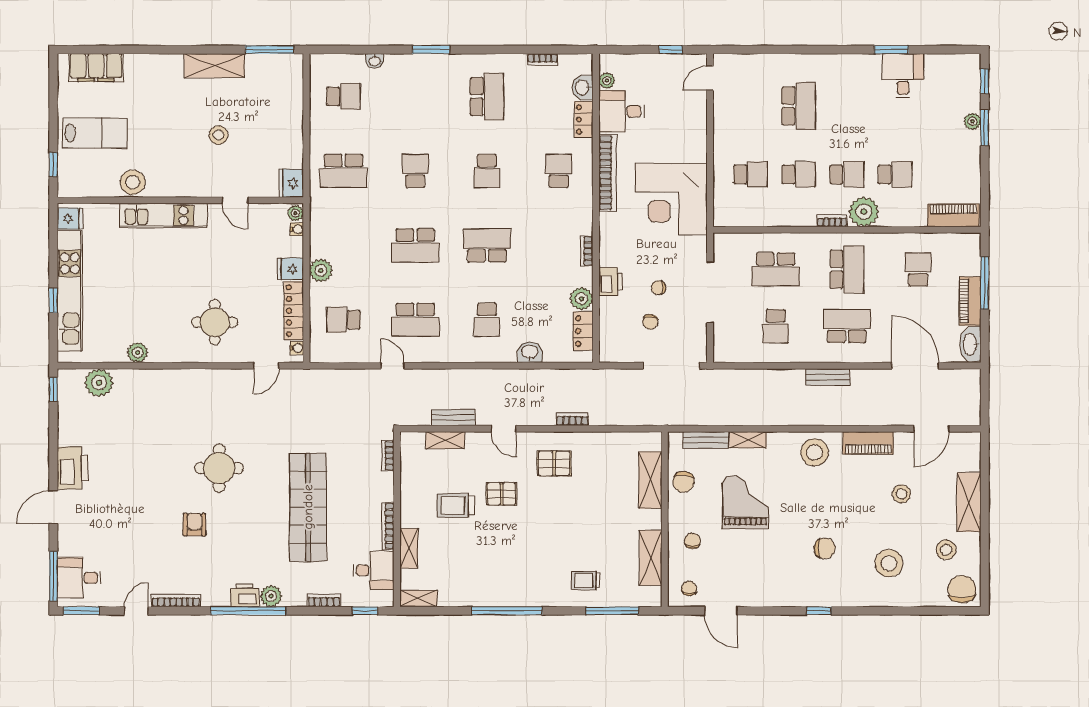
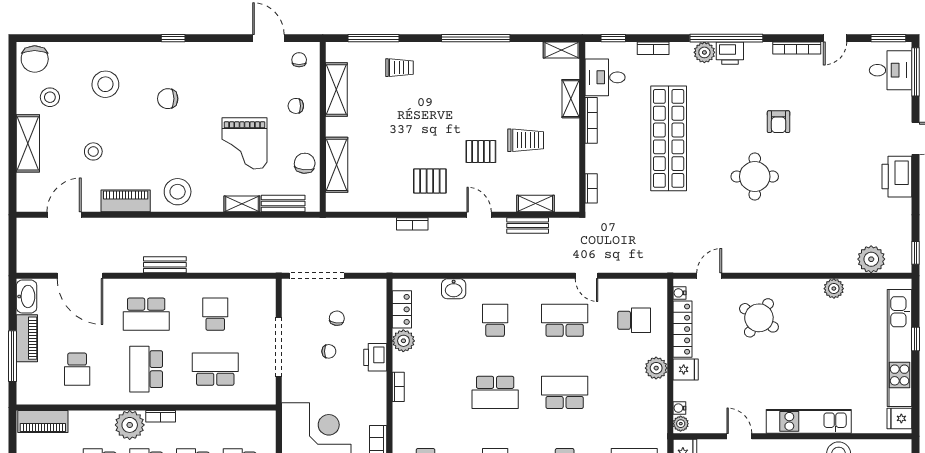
round table: (215, 322) -> (759, 318), turned 33
chair: (692, 541) -> (296, 106), turned 90
chair: (689, 588) -> (299, 60), turned 180

